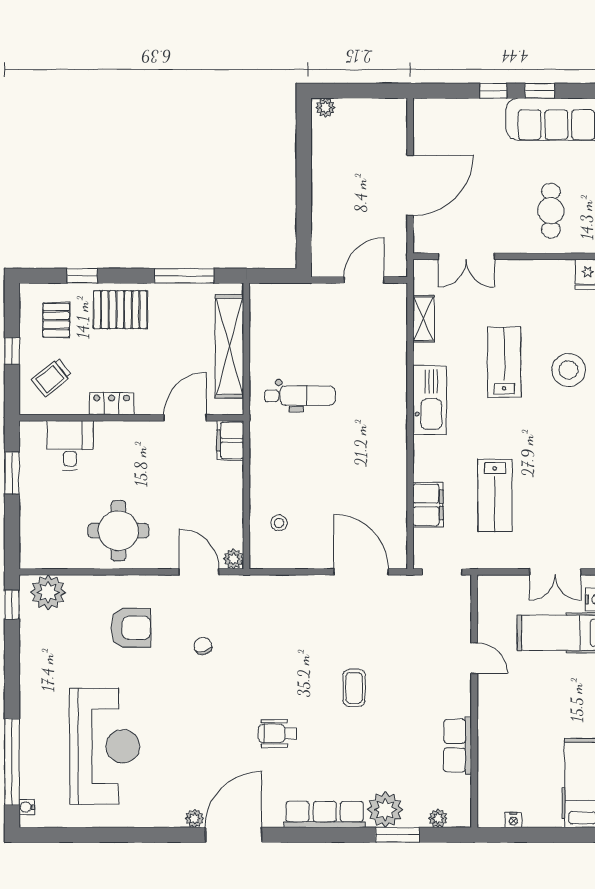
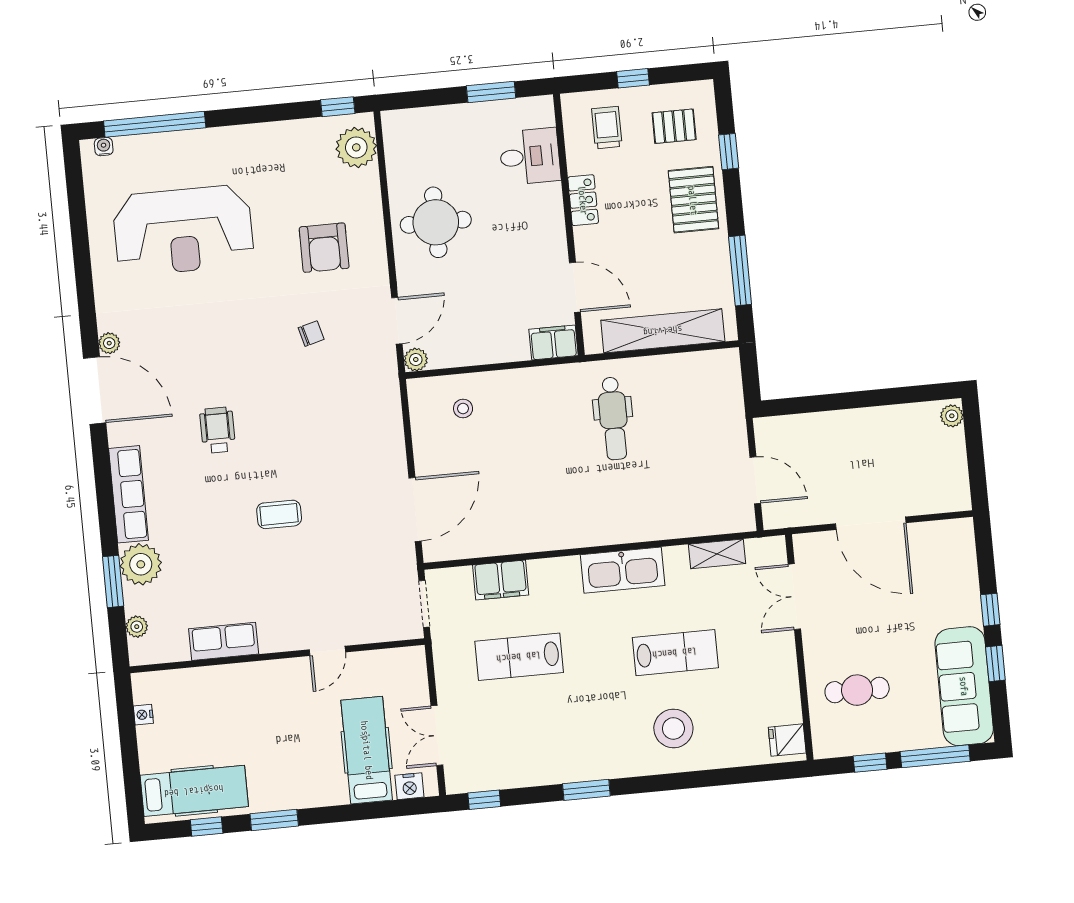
trolley: (52, 377) -> (607, 128), turned 39

